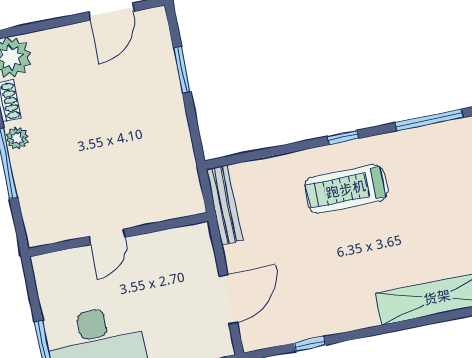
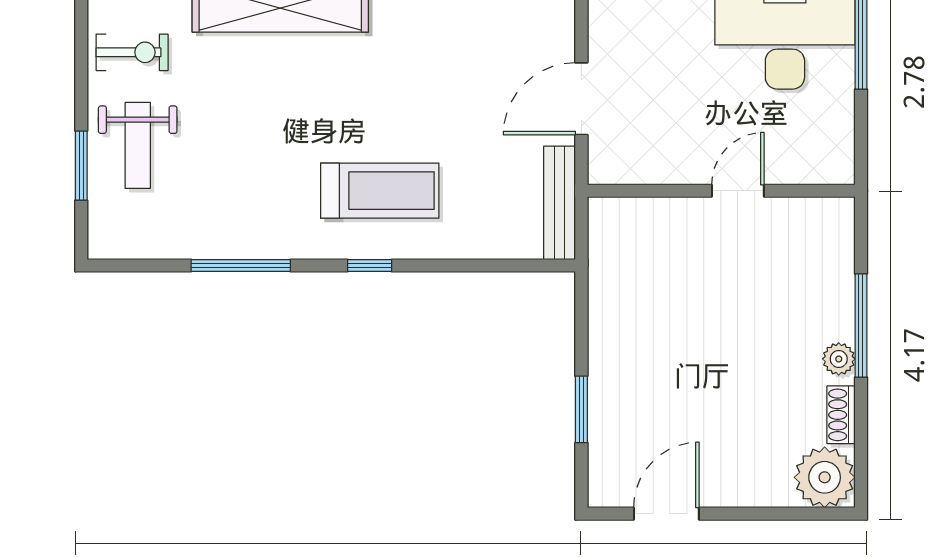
door: (228, 299) -> (581, 99), moved

